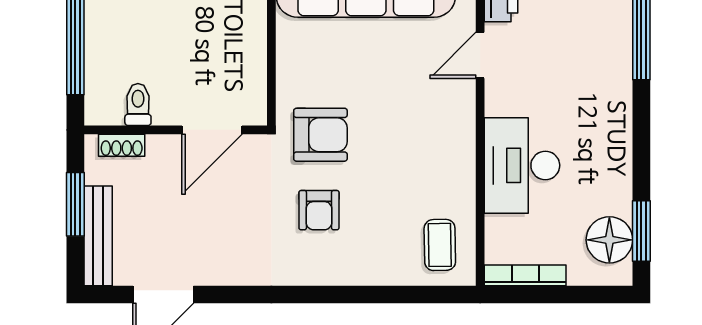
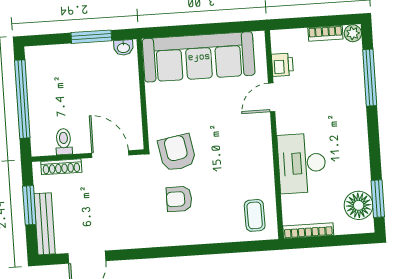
door: (212, 130) -> (110, 154), swing flipped
armchair: (320, 135) -> (177, 153), turned -100
shoe rack: (122, 145) -> (61, 167), width x1.43
armchair: (319, 210) -> (179, 199), turned 90

